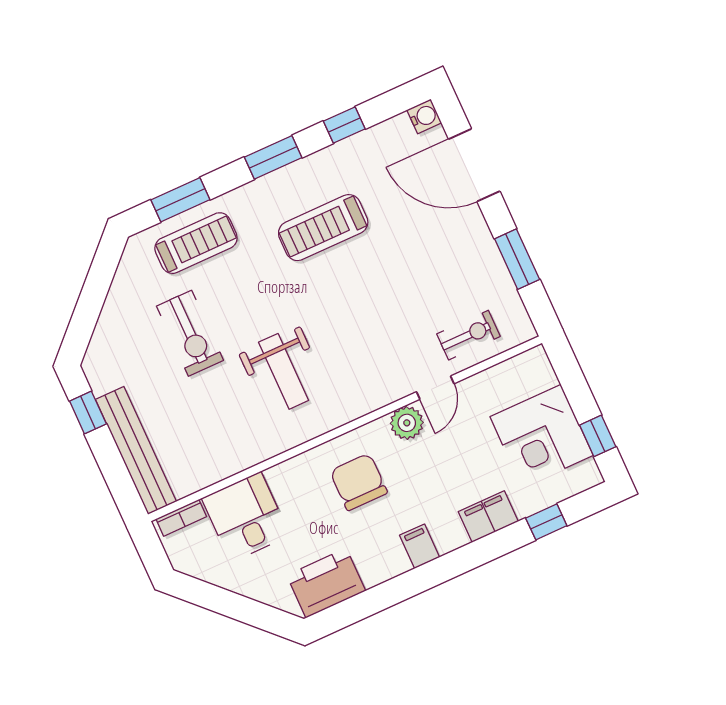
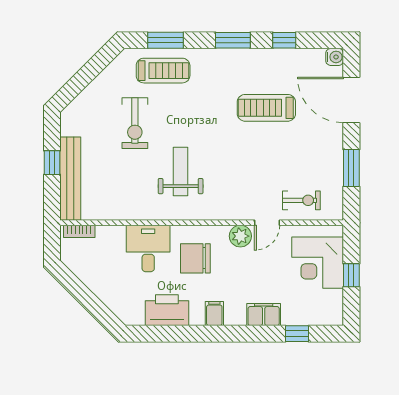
treadmill: (323, 228) -> (266, 108), moved
weight bench: (284, 371) -> (181, 171), turned 180
window: (88, 412) -> (52, 163), moved
corner desk: (542, 436) -> (318, 263), moved
window: (598, 436) -> (351, 275), moved
chair: (359, 482) -> (195, 258), turned -90
desk: (246, 517) -> (148, 248), moved
printer: (326, 583) -> (167, 310), moved

